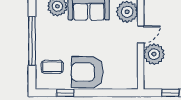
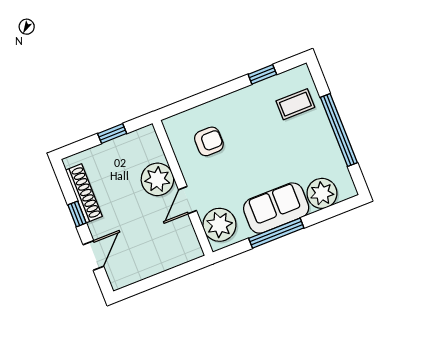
armchair: (87, 72) -> (209, 141), moved, width x0.53, depth x0.53

